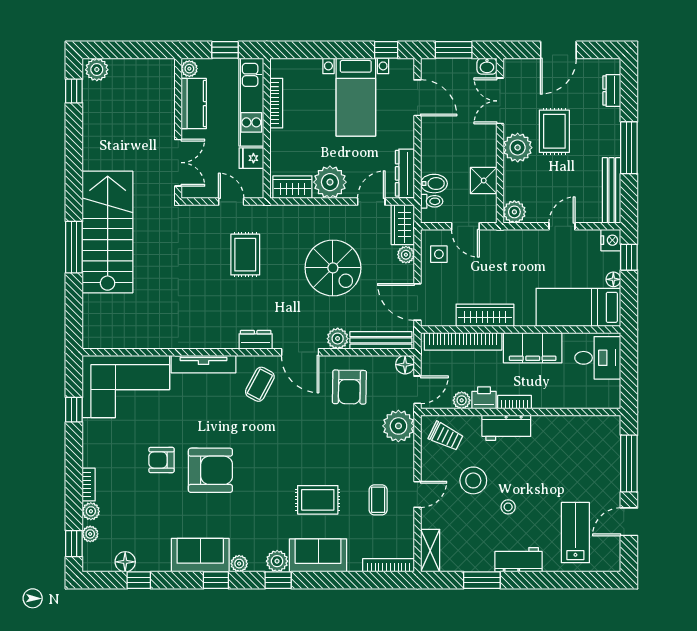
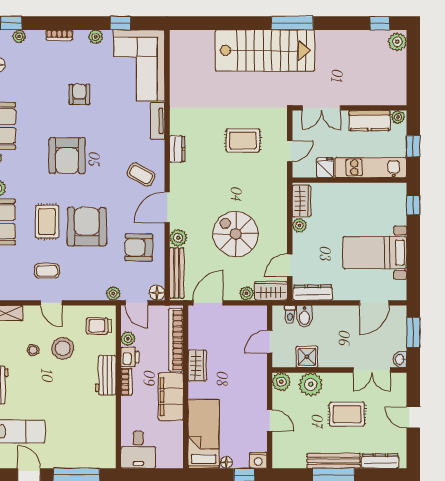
window: (386, 50) -> (413, 205), moved
door: (558, 50) -> (413, 418), width x0.73
dresser: (612, 90) -> (380, 461), width x1.44
double door: (500, 101) -> (372, 370), swing flipped
bookcase: (276, 103) -> (370, 188), removed
plant: (518, 148) -> (311, 384), moved
plant: (330, 182) -> (299, 225), width x0.53, depth x0.53
bench: (612, 190) -> (334, 461), moved
door: (371, 202) -> (290, 265), swing flipped
window: (74, 247) -> (292, 23), moved
side table: (439, 254) -> (247, 320), removed
rug: (245, 255) -> (243, 140), moved
spiral stairs: (333, 268) -> (236, 234), turned 90
wardrobe: (485, 315) -> (197, 366), width x0.67
dresser: (256, 340) -> (177, 149), moved
desk: (598, 358) -> (138, 450), moved
tv unit: (204, 364) -> (157, 121), width x0.71
plant: (398, 426) -> (113, 293), width x0.53, depth x0.53
trolley: (446, 436) -> (99, 326), turned 64
armchair: (324, 451) -> (87, 227), added
armchair: (210, 470) -> (67, 156), moved
stool: (508, 507) -> (33, 350), moved
plant: (91, 511) -> (96, 37), moved

